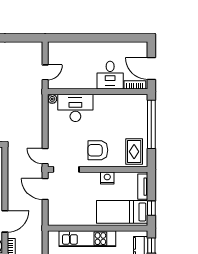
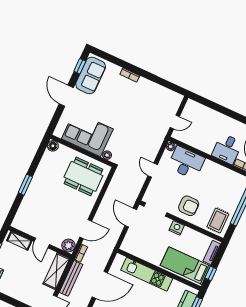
armchair: (98, 150) -> (189, 206), turned 180
door: (45, 156) -> (153, 170), moved
nightstand: (107, 178) -> (177, 228), moved

